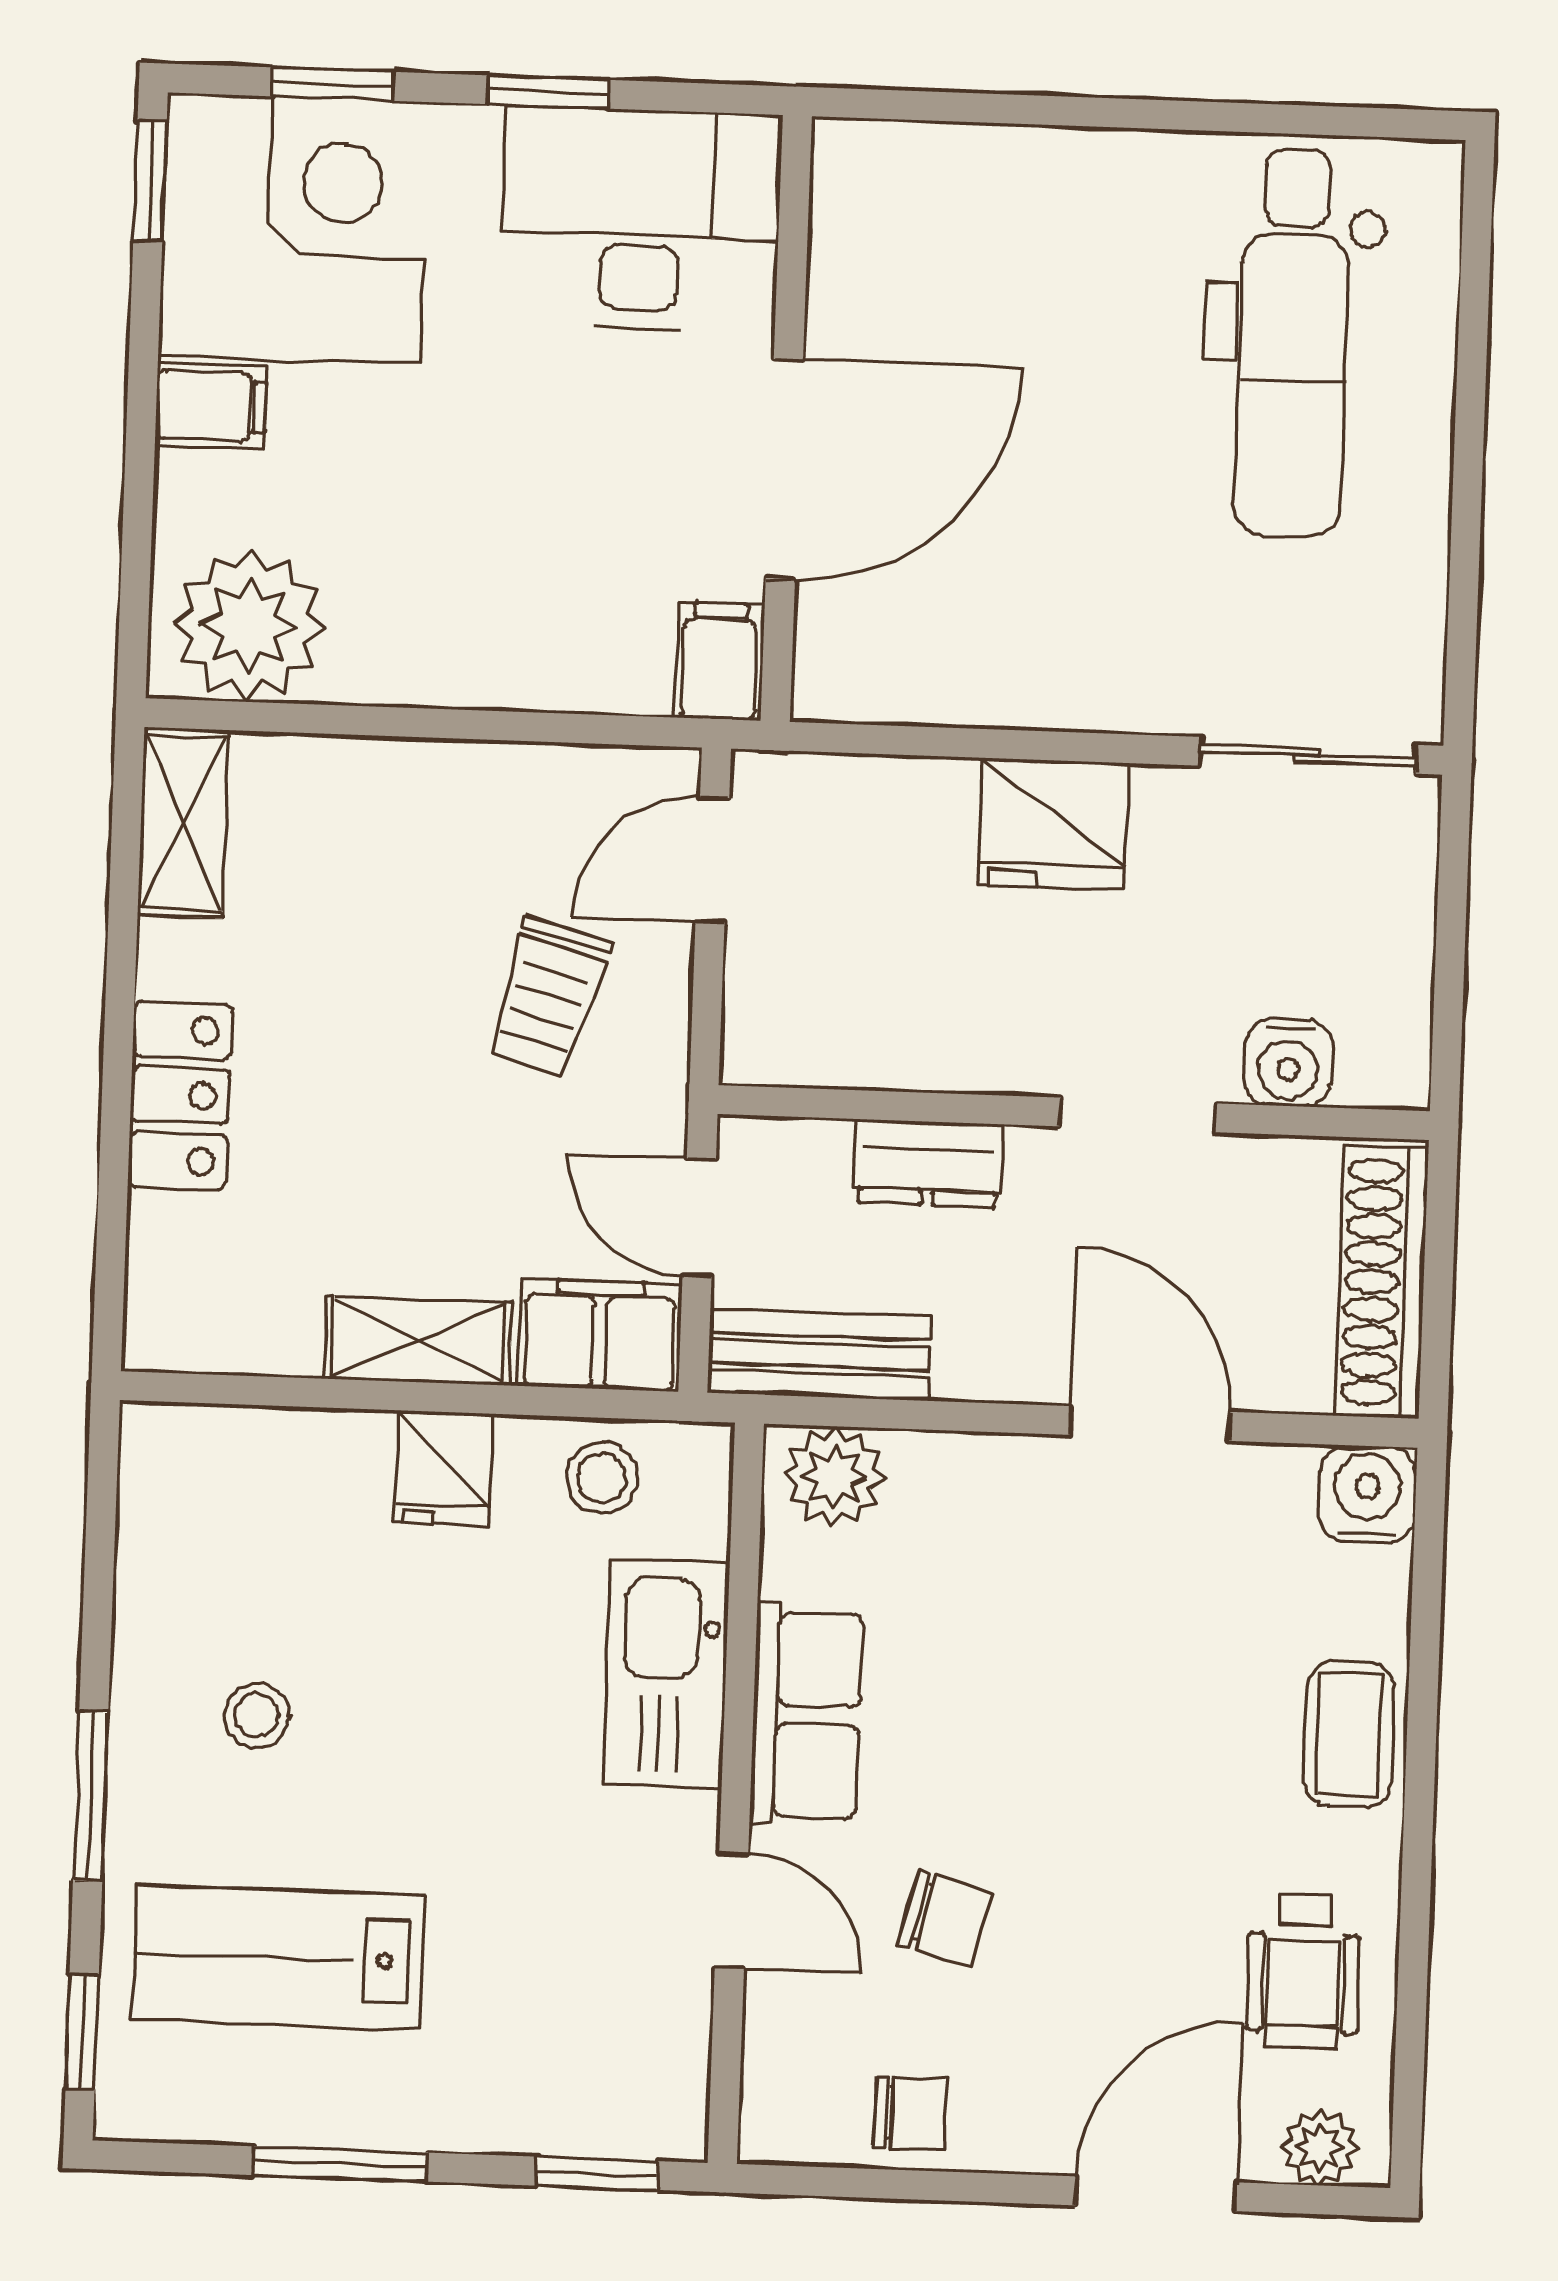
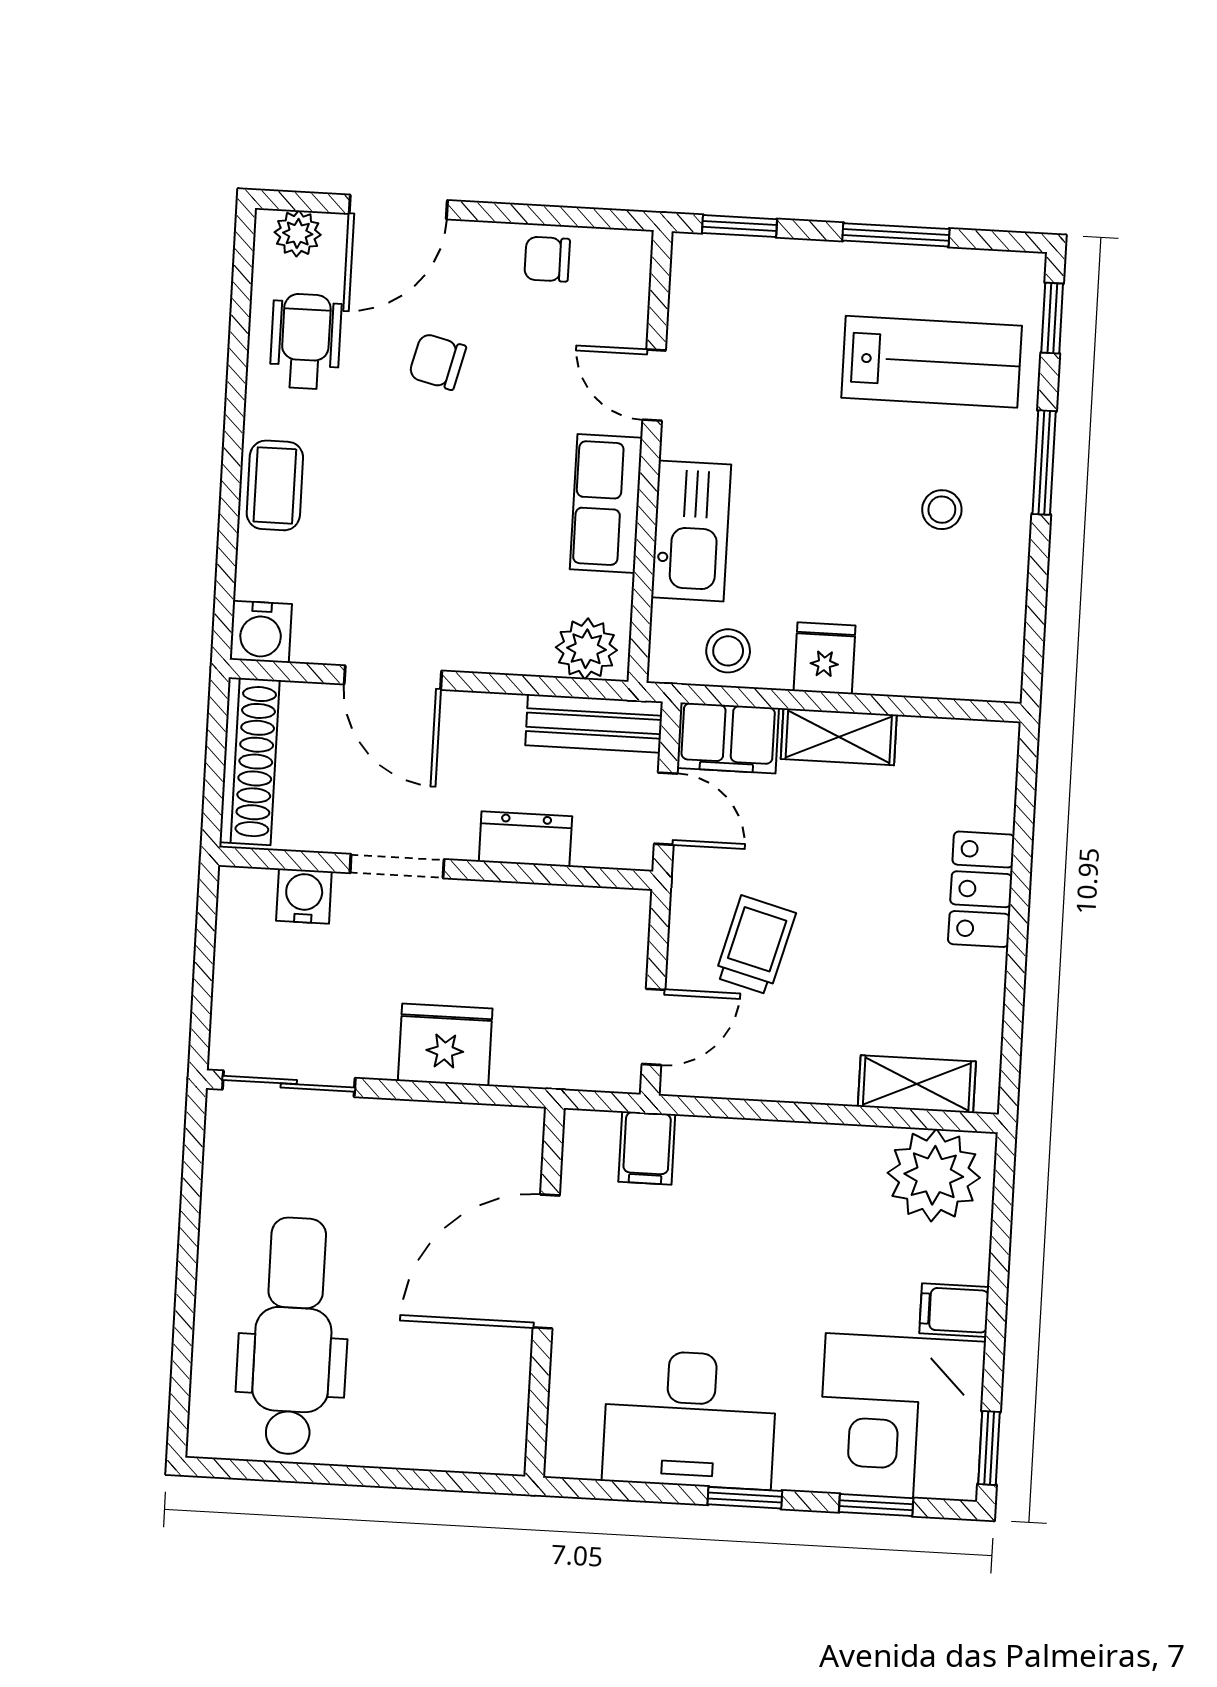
wall: (786, 418) -> (544, 1292), moved
door: (784, 469) -> (546, 1262), moved
shelving: (183, 823) -> (917, 1084), moved, turned 90
chair: (945, 1918) -> (437, 362), moved

